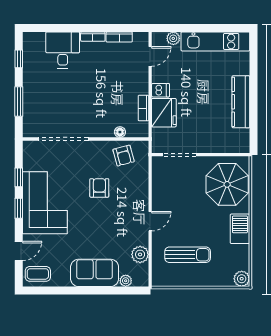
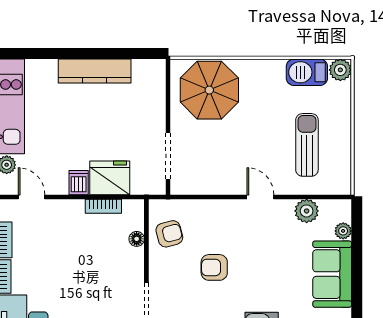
barbecue: (240, 229) -> (307, 72), moved

